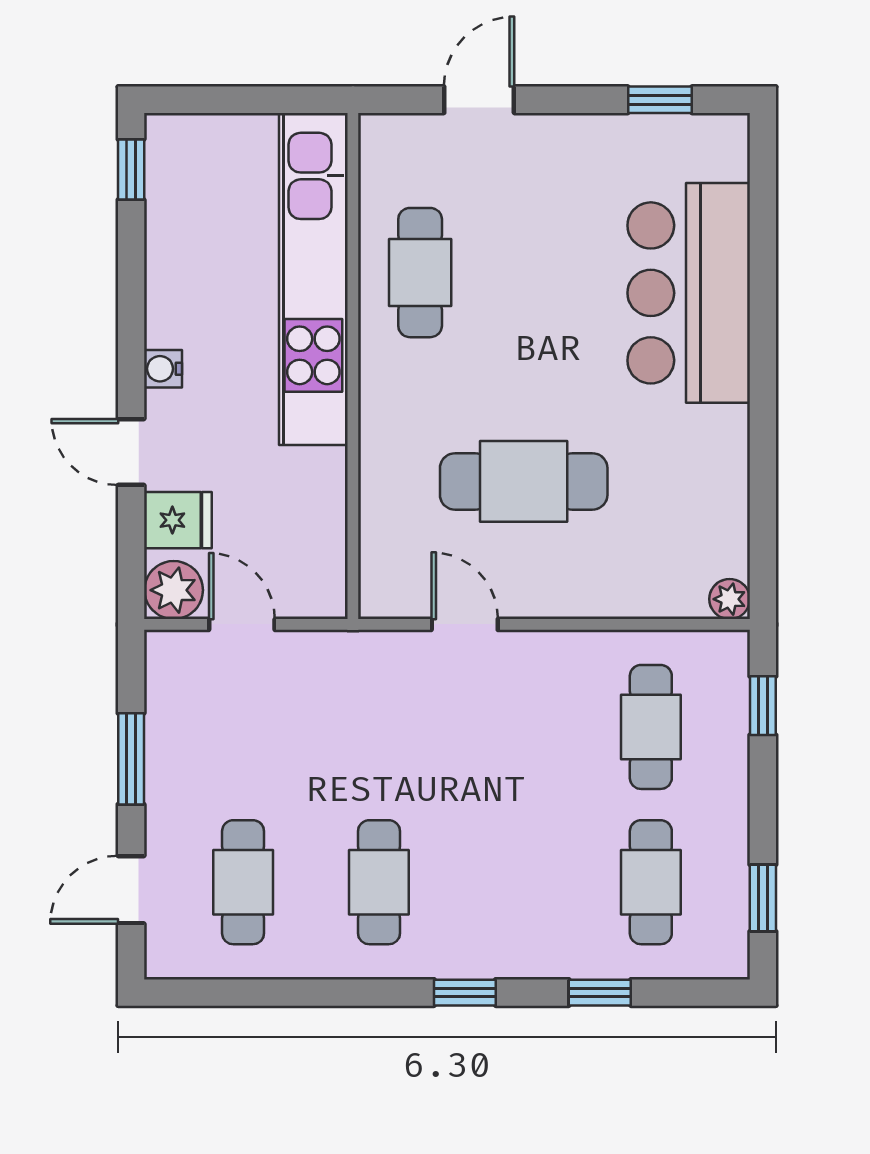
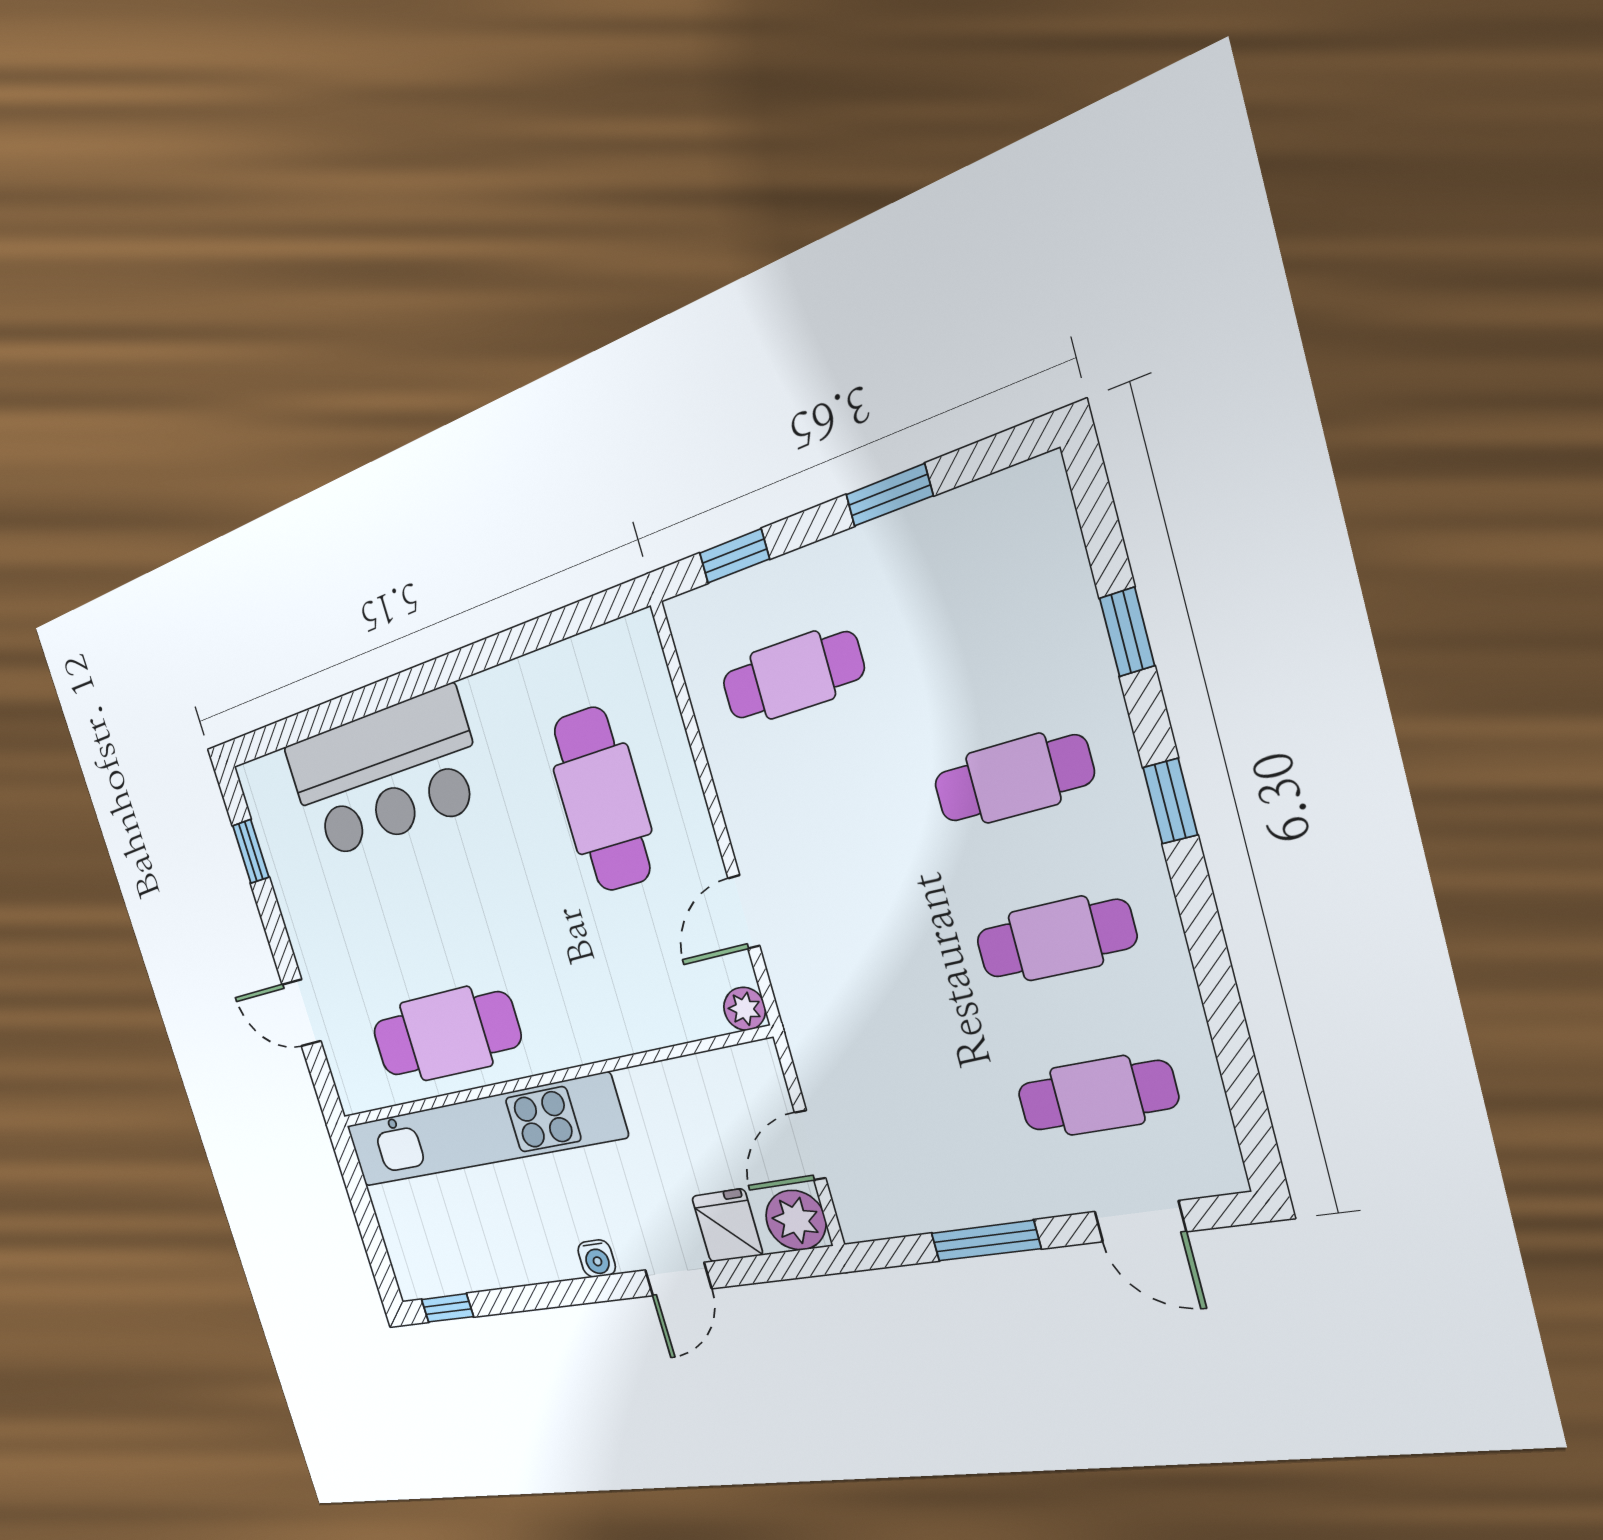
cafe table: (420, 273) -> (446, 1034), width x1.37, depth x1.35
cafe table: (524, 481) -> (602, 800), moved
plant: (730, 599) -> (745, 1009), moved
cafe table: (651, 882) -> (1013, 779), moved
window: (763, 898) -> (889, 495), moved

